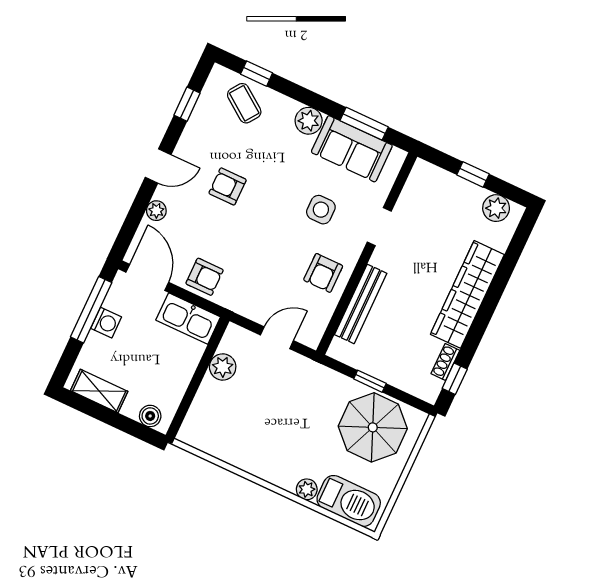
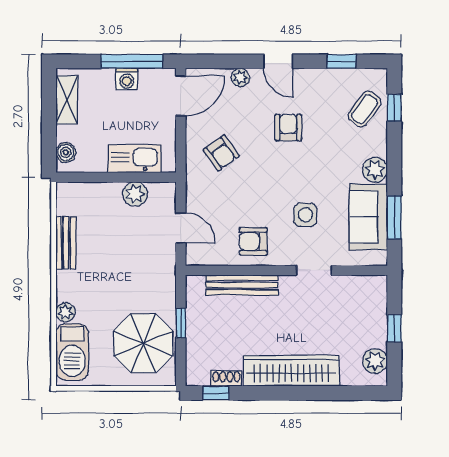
armchair: (205, 277) -> (221, 153), moved, turned -36
kitchen sink: (188, 319) -> (135, 159), moved, turned 90
bench: (239, 457) -> (66, 243), added

